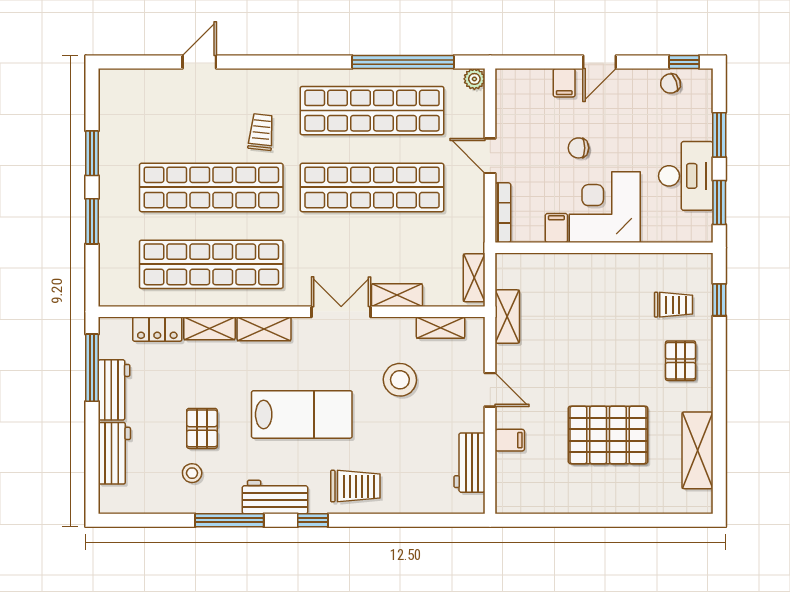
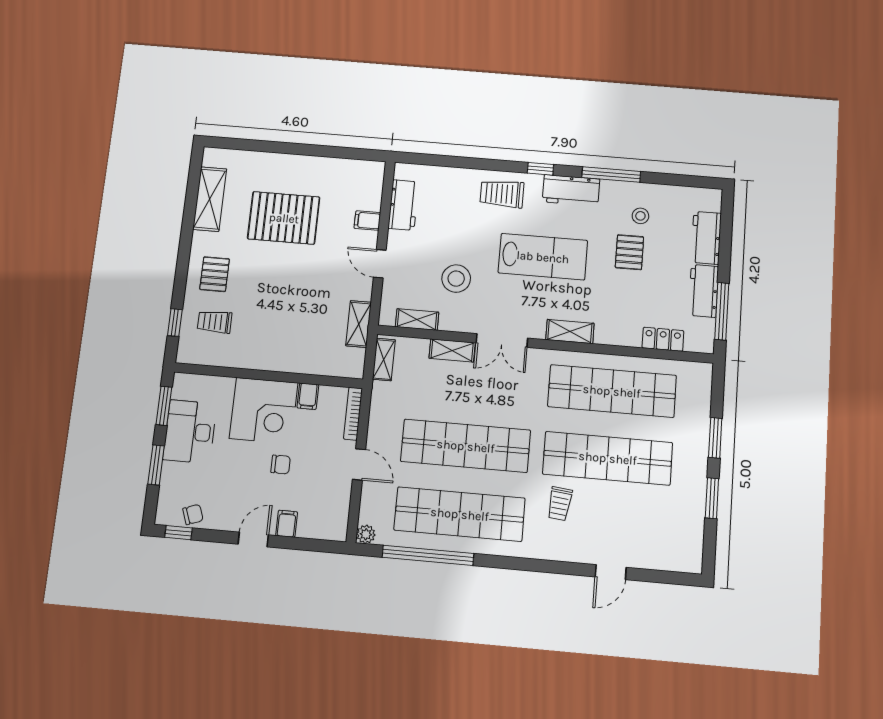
shelving: (209, 328) -> (617, 336), removed
lab bench: (302, 414) -> (543, 257), turned 180

